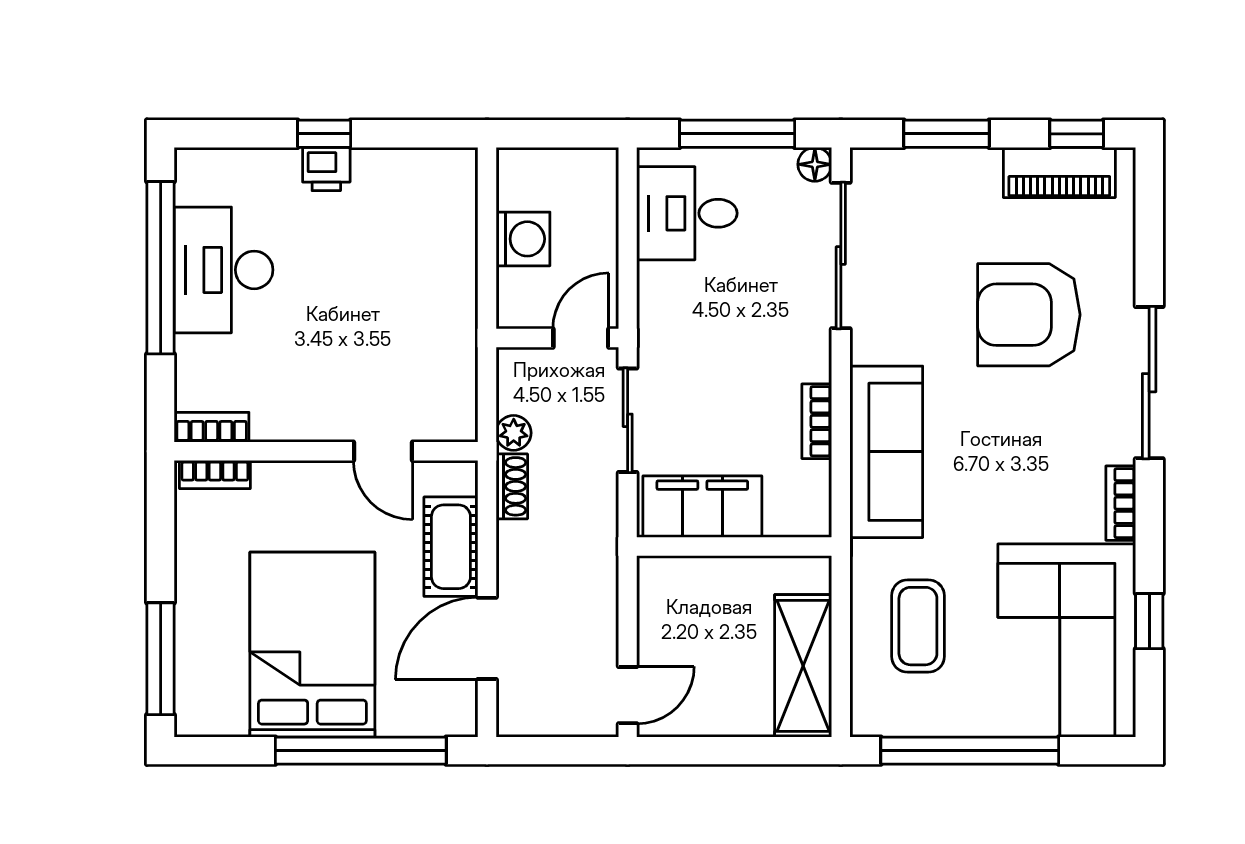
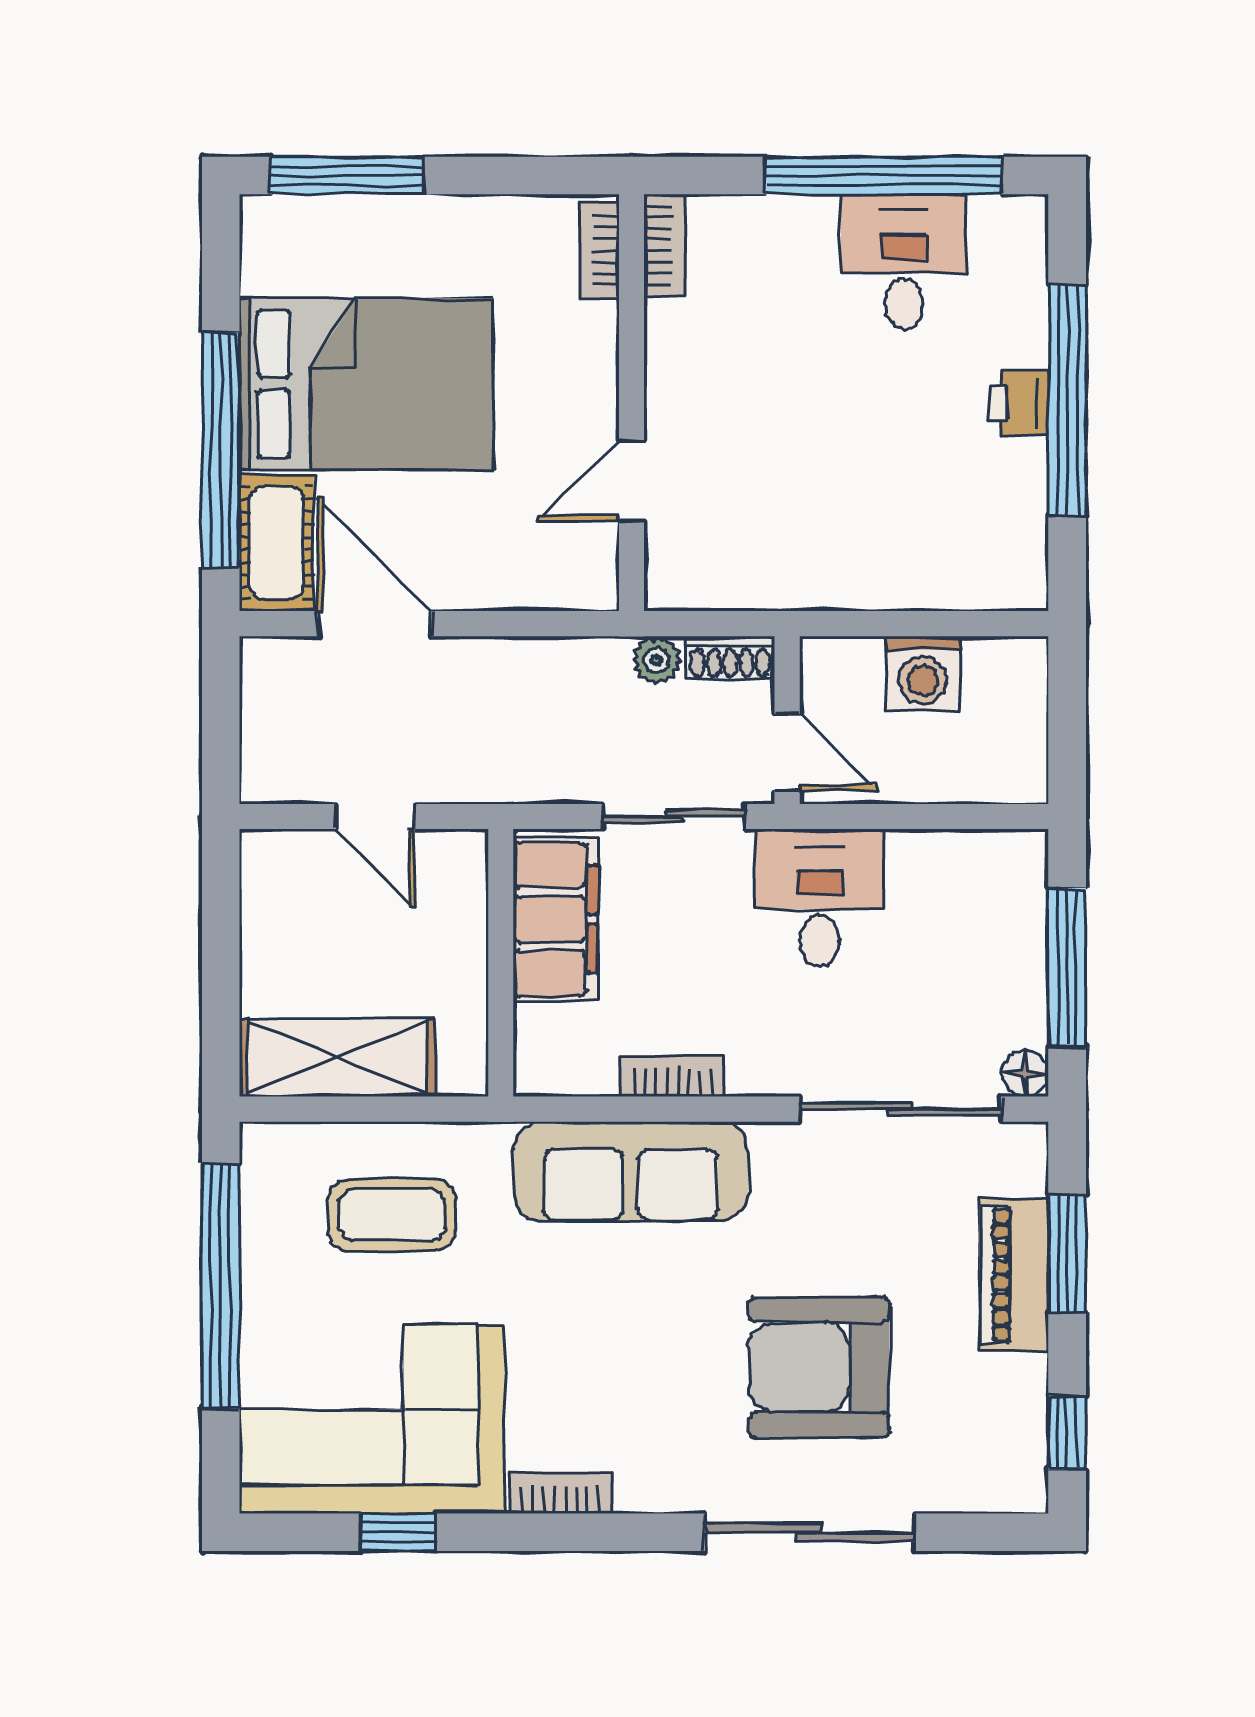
window: (324, 134) -> (1067, 400), width x3.17
piano: (1059, 172) -> (1014, 1275), moved
desk: (687, 213) -> (820, 898), moved
desk: (224, 270) -> (904, 262), width x0.73
armchair: (1029, 315) -> (819, 1367), turned -90
sliding door: (1149, 383) -> (809, 1532), moved
shoe rack: (512, 486) -> (730, 658), moved
cot: (451, 547) -> (276, 543), moved, turned 90
door: (628, 695) -> (375, 817), moved

